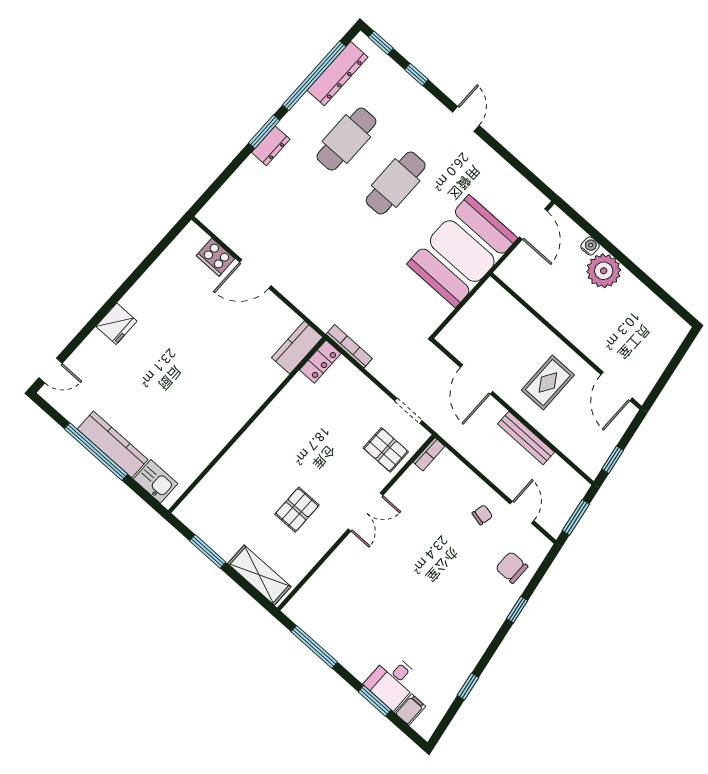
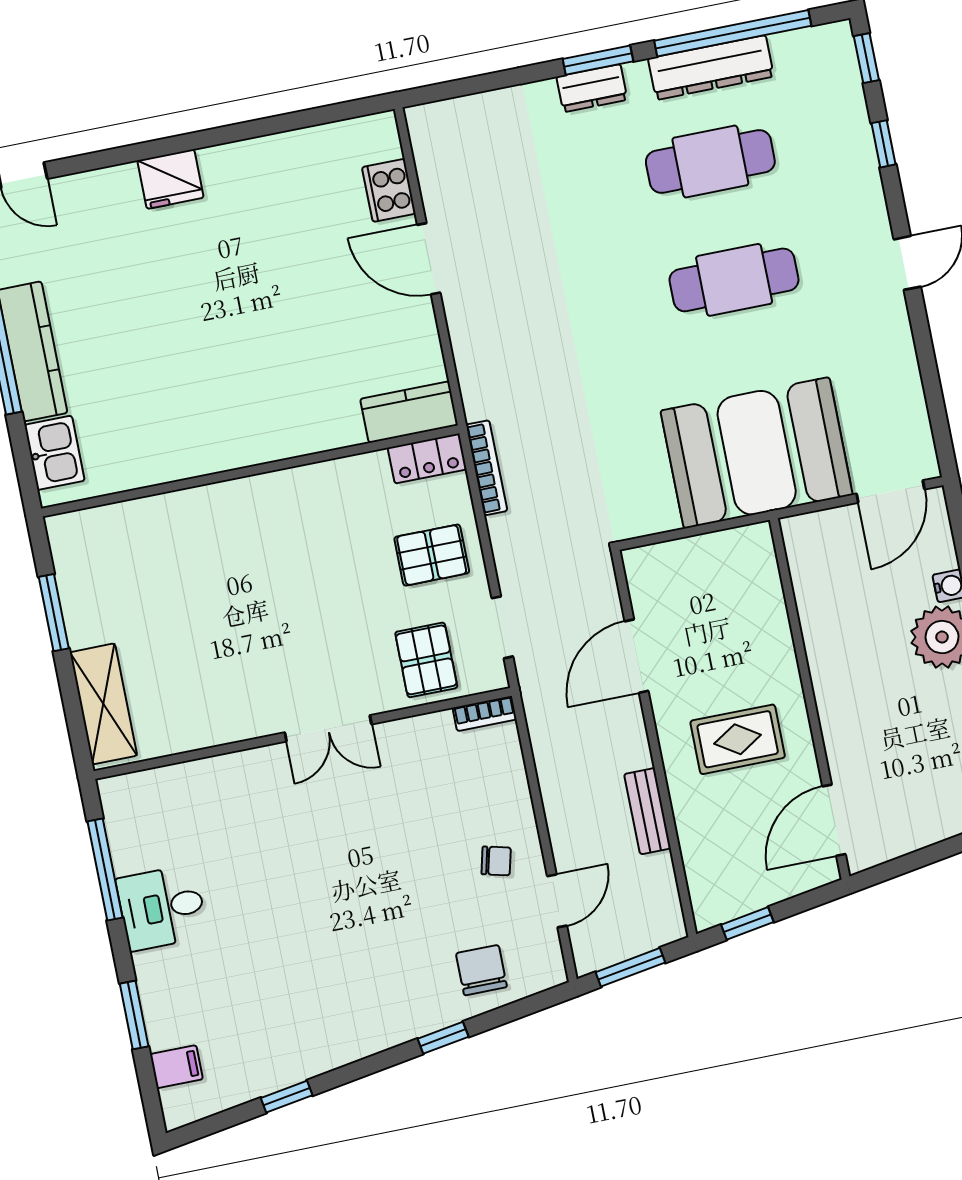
dresser: (337, 74) -> (711, 67), moved
bench: (526, 438) -> (647, 811), width x0.73
pallet: (297, 510) -> (432, 555), moved
desk: (393, 681) -> (162, 908), moved

